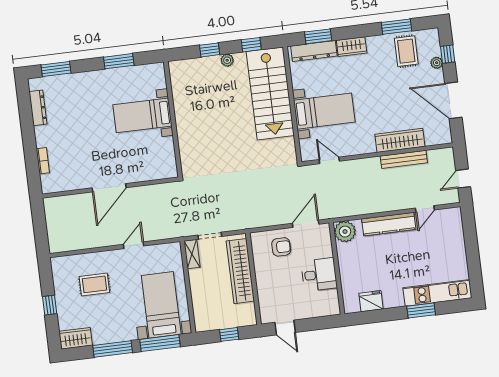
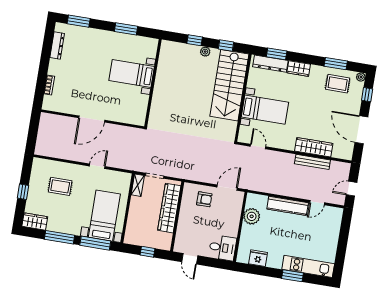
rug: (406, 51) -> (338, 84), turned 90
plant: (437, 63) -> (361, 77), moved
plant: (345, 232) -> (252, 216), moved
desk: (319, 275) -> (223, 248), moved

